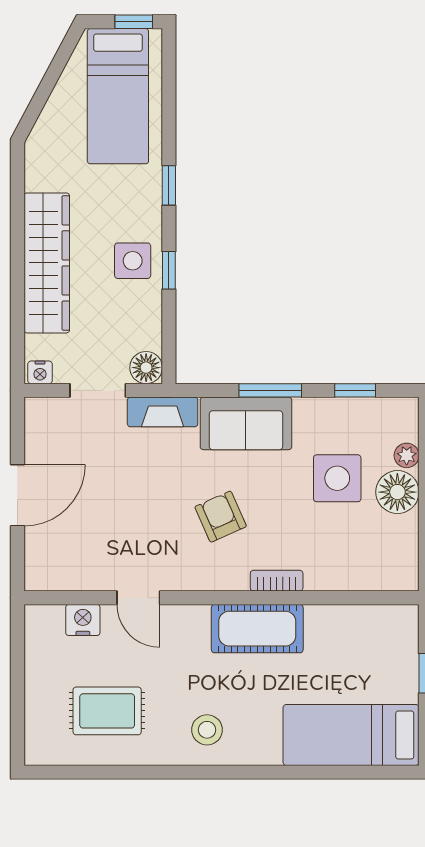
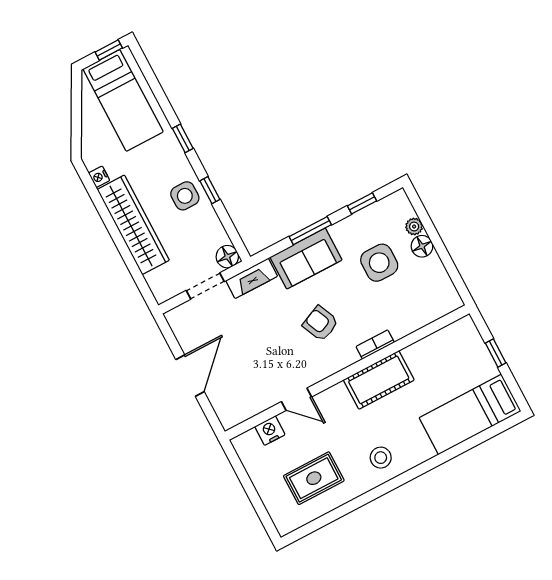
nightstand: (40, 372) -> (99, 177), moved, turned 90
floor lamp: (397, 492) -> (422, 246), width x0.73, depth x0.73

